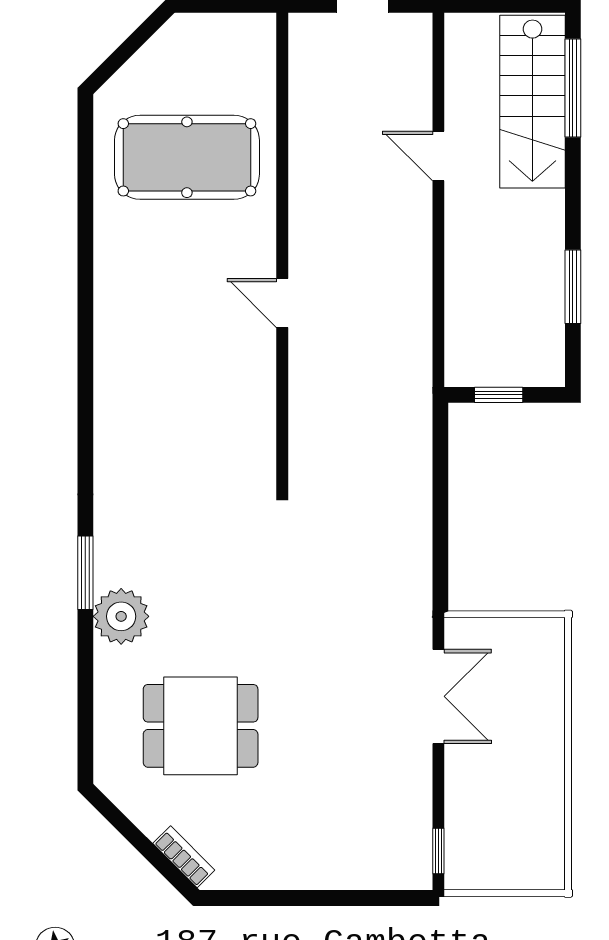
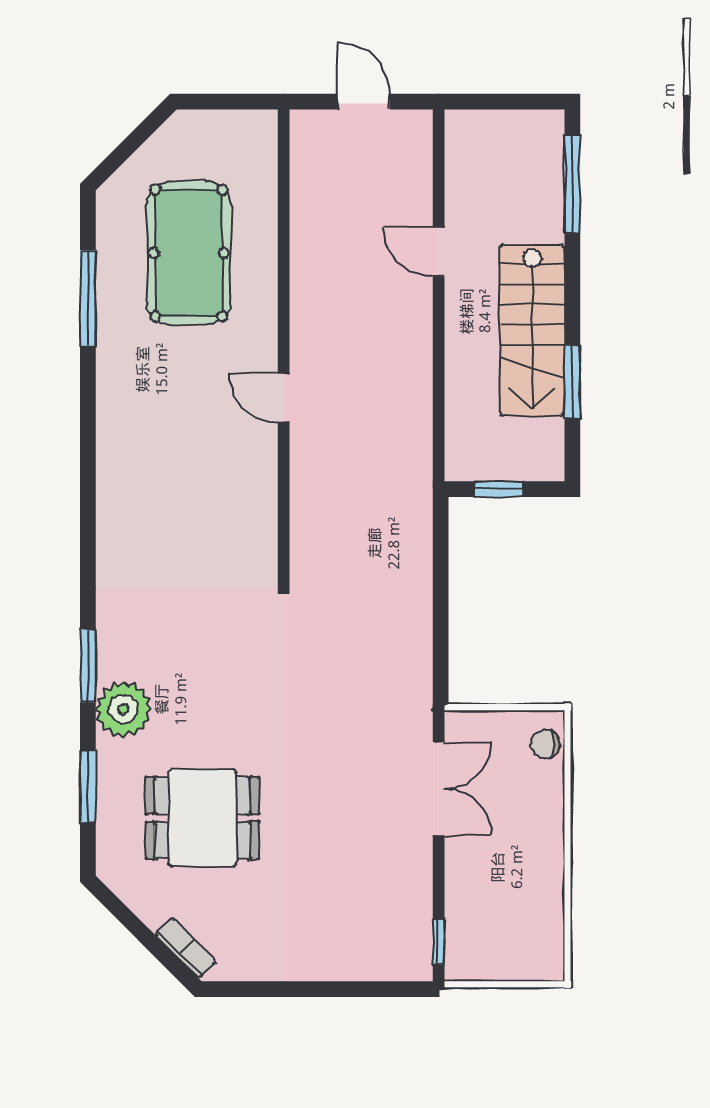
stairs: (532, 102) -> (532, 330), moved
pool table: (187, 157) -> (189, 253), turned 90
window: (85, 203) -> (88, 298), added
chair: (546, 652) -> (545, 744), added
window: (85, 694) -> (88, 786), added

